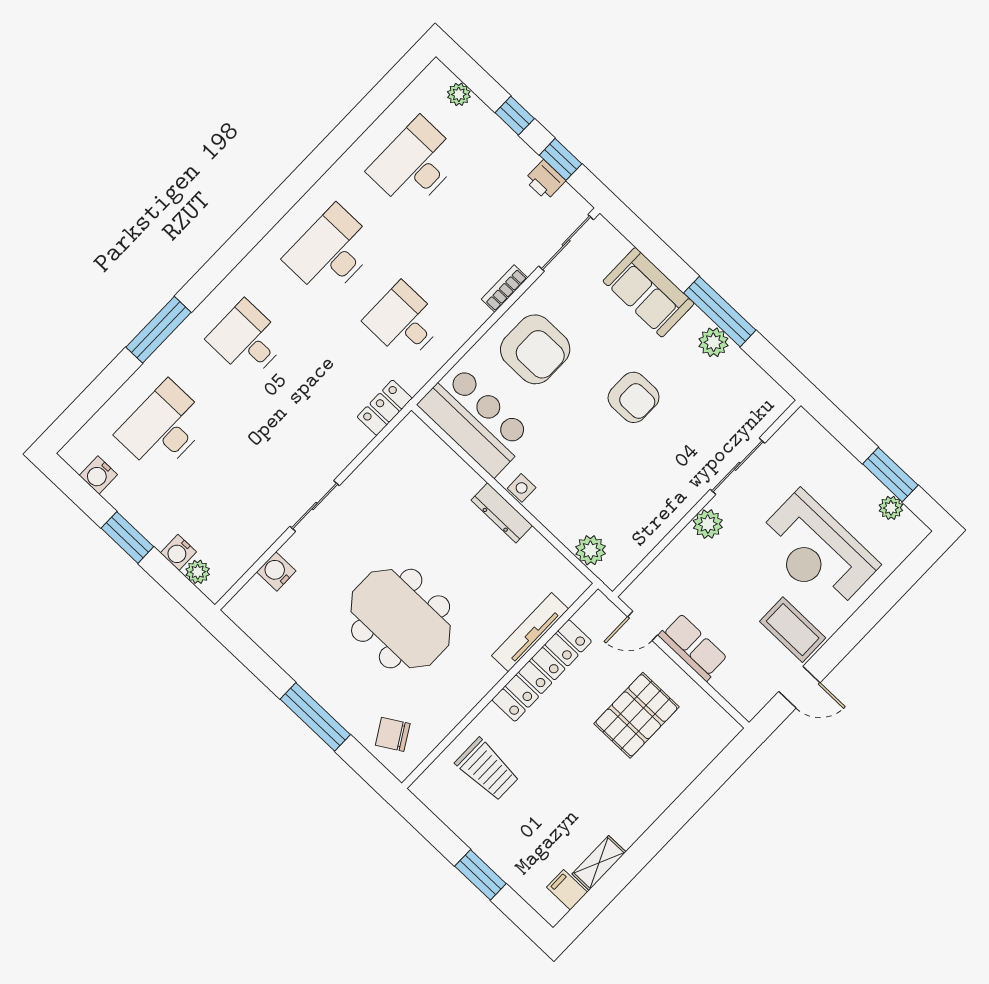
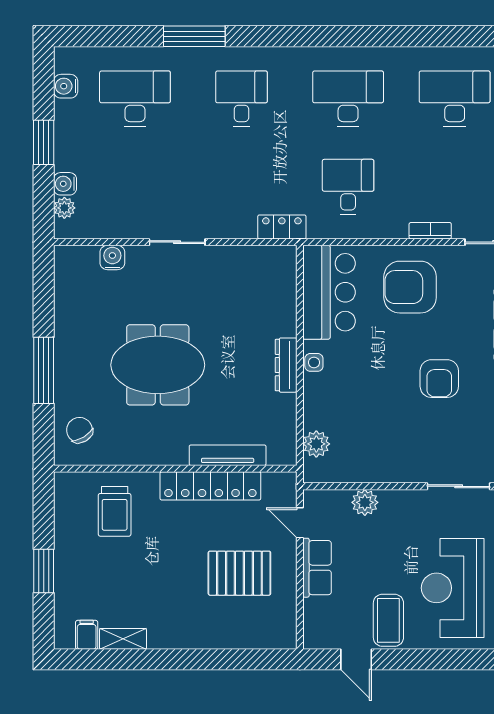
armchair: (535, 349) -> (410, 287), turned 90
plant: (708, 524) -> (365, 502), moved
meeting table: (401, 619) -> (158, 365), turned 90

